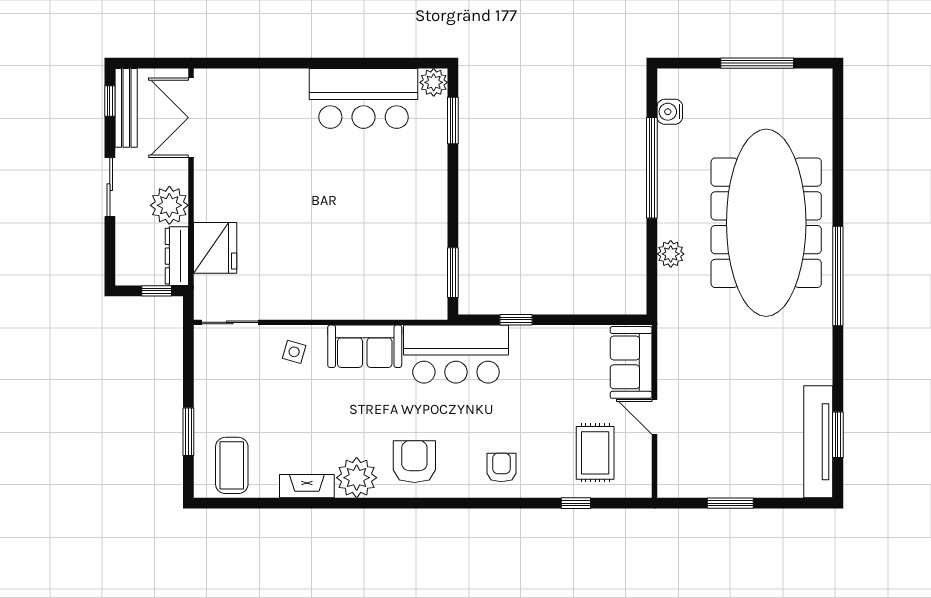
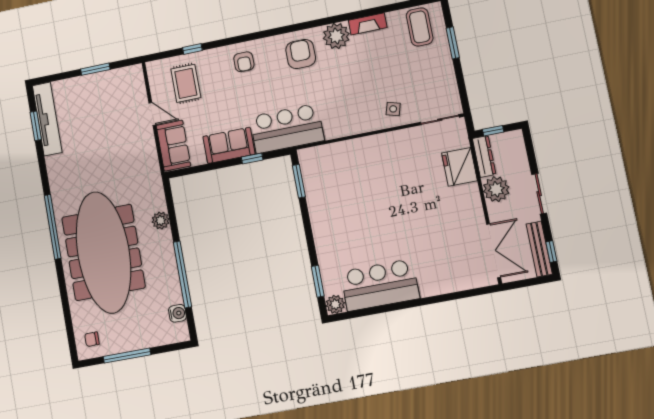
chair: (806, 97) -> (92, 339), added
sofa: (365, 346) -> (229, 145), moved
armchair: (414, 462) -> (301, 54), turned 180

